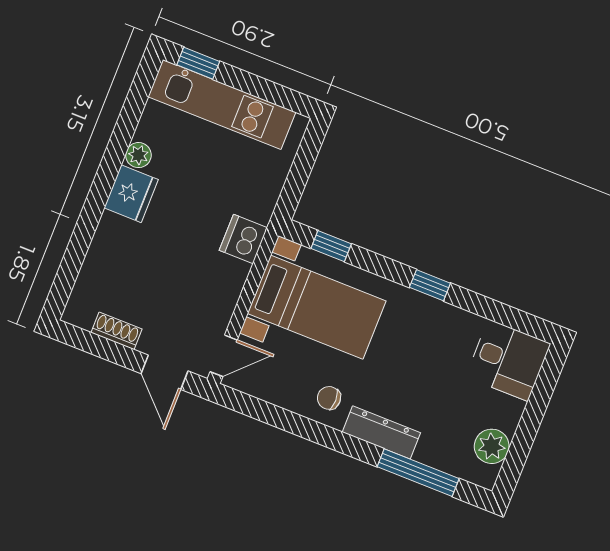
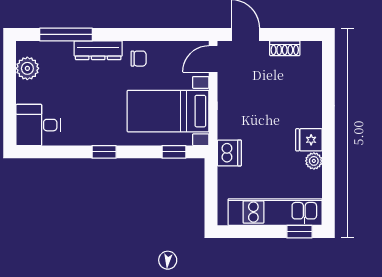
fridge: (131, 194) -> (309, 140), width x0.72
dishwasher: (243, 239) -> (229, 153), moved

